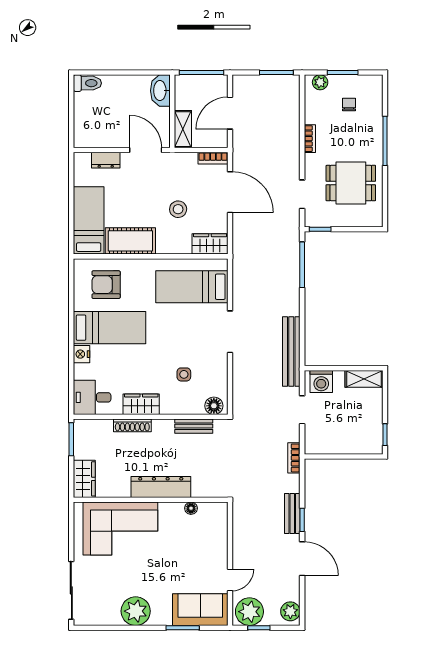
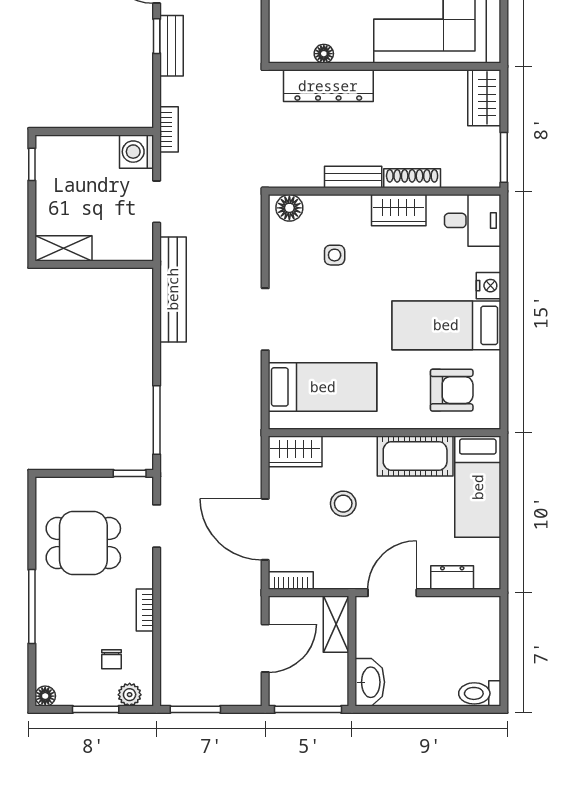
floor lamp: (376, 81) -> (45, 696), added
chair: (349, 105) -> (111, 659), moved
door: (146, 150) -> (392, 593), swing flipped
washing machine: (321, 381) -> (137, 152), moved, turned -90
bench: (194, 426) -> (353, 177), moved
dresser: (161, 487) -> (328, 86), moved

